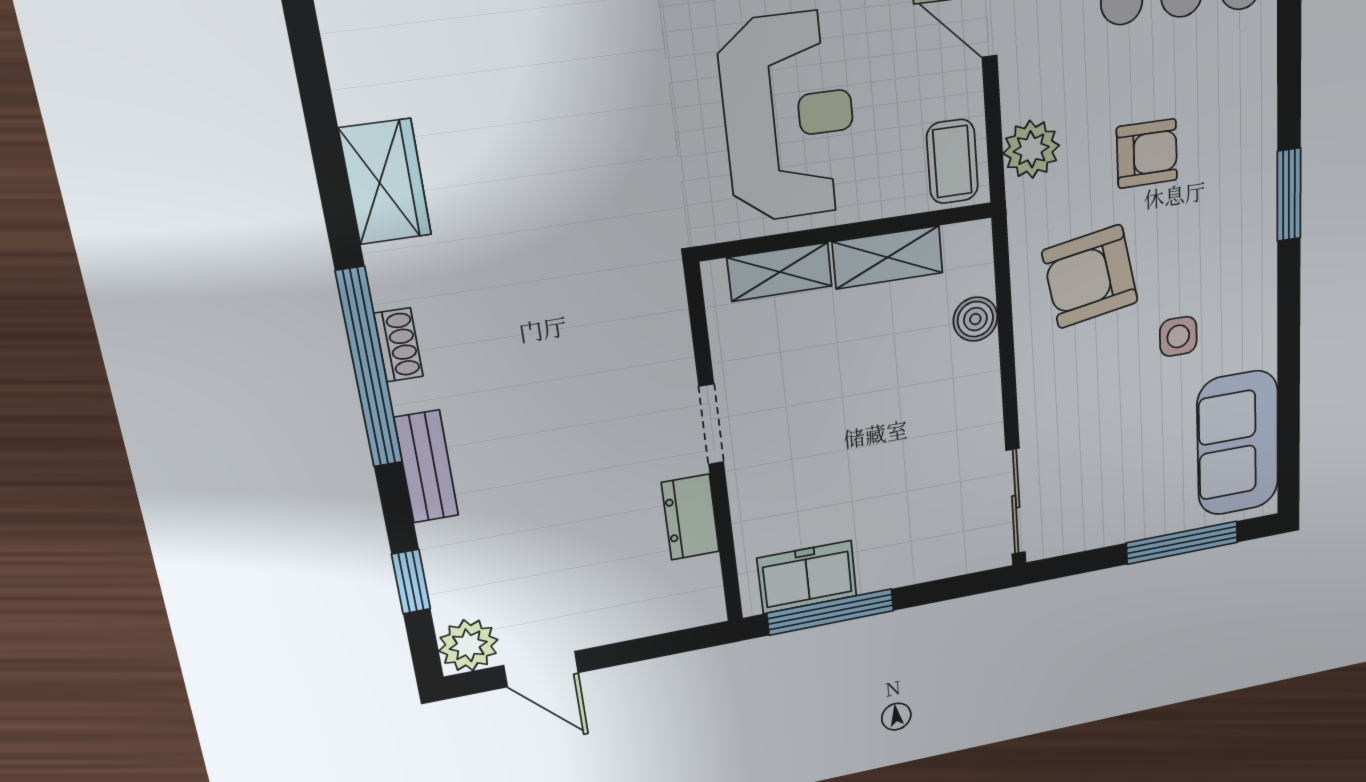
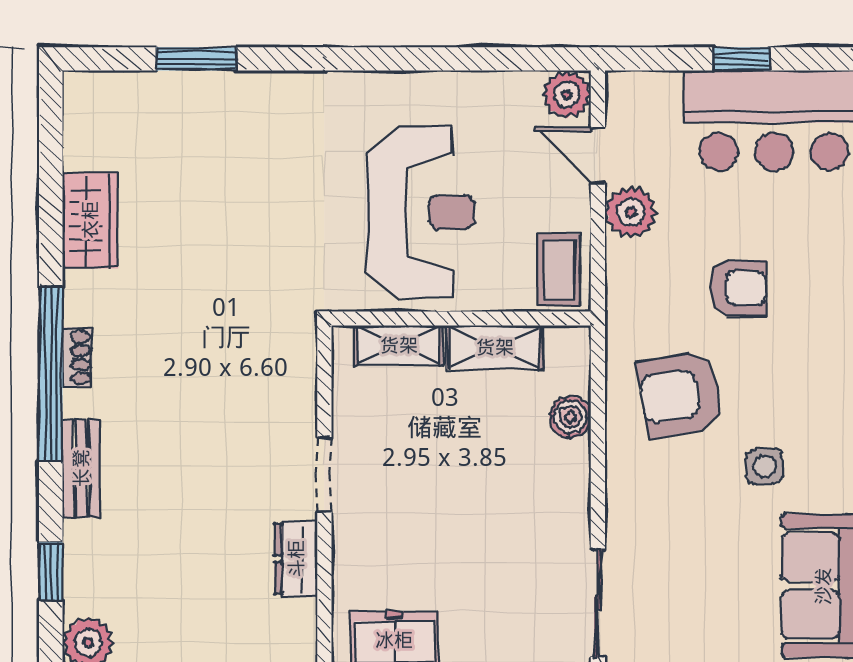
plant: (1031, 149) -> (631, 212), moved

